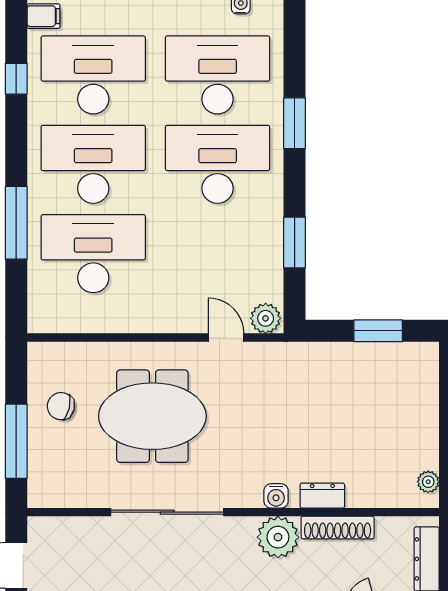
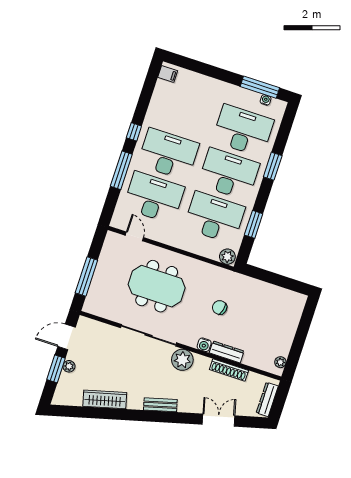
desk: (93, 75) -> (214, 217), moved
window: (16, 79) -> (134, 132), moved
window: (378, 331) -> (280, 281), removed
door: (226, 338) -> (134, 236), moved
chair: (61, 406) -> (220, 308), moved
dresser: (322, 496) -> (227, 352), width x1.44
plant: (278, 537) -> (182, 360), moved

